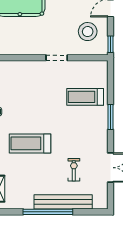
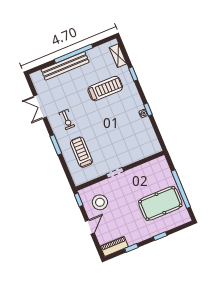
treadmill: (85, 97) -> (81, 152), turned -90
treadmill: (30, 143) -> (105, 89), moved
exercise bike: (74, 170) -> (67, 120), moved

